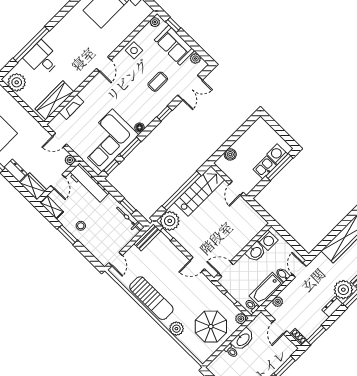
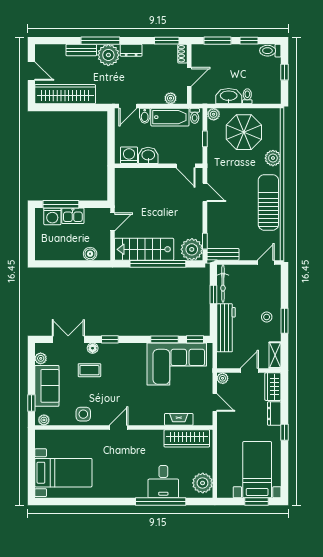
floor lamp: (140, 128) -> (93, 348), moved
workbench: (89, 183) -> (226, 328), moved

